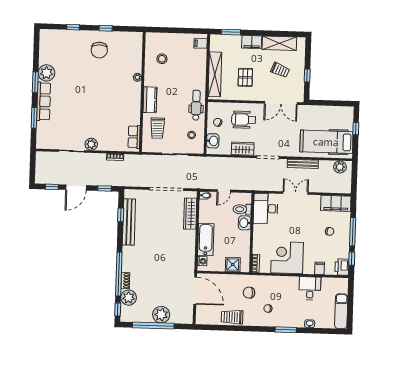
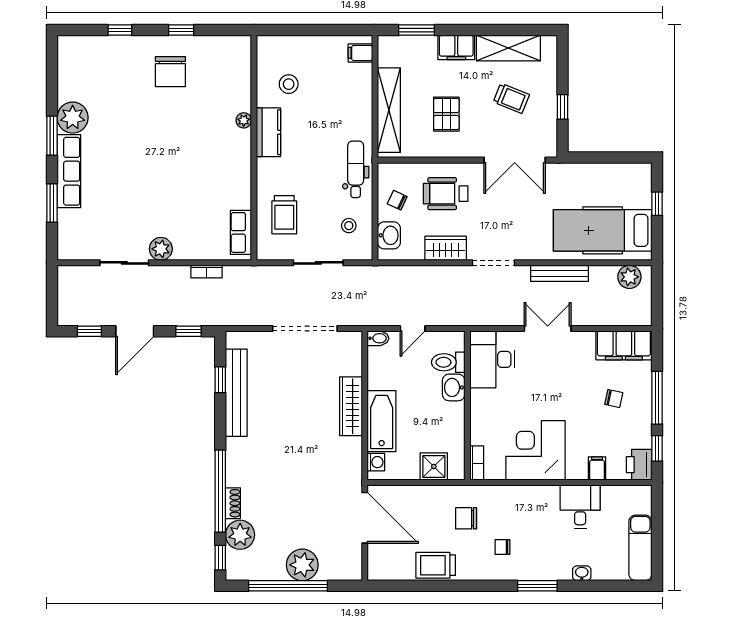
kitchen counter: (150, 100) -> (268, 132), moved
wardrobe: (190, 214) -> (351, 406), moved

